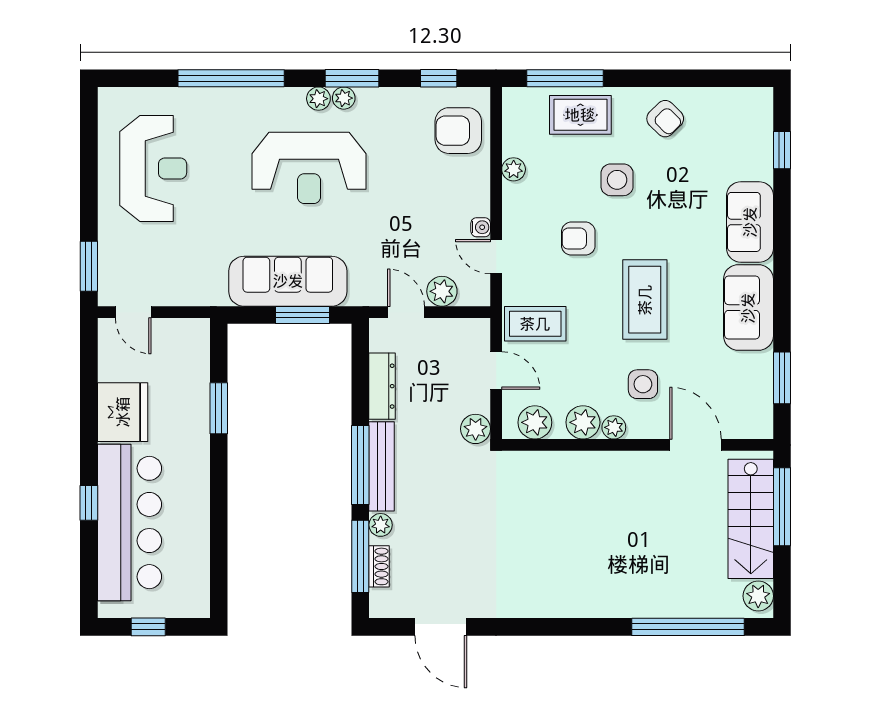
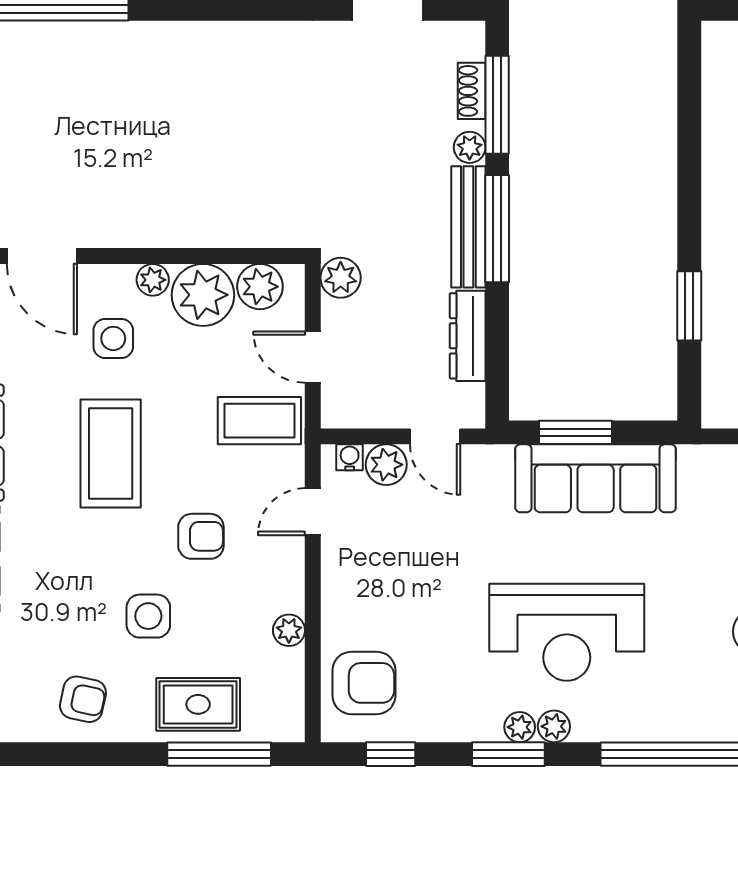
armchair: (665, 119) -> (83, 699), turned 147
reception desk: (309, 168) -> (567, 632), turned 180
water cooler: (481, 227) -> (350, 457), moved, turned 90
door: (496, 257) -> (313, 512), swing flipped
plant: (583, 422) -> (203, 295), width x1.36, depth x1.36

